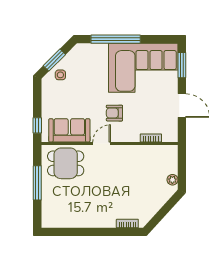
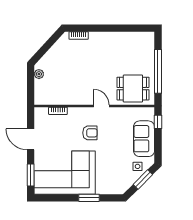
window: (116, 39) -> (89, 198), width x0.47
sofa: (69, 130) -> (144, 139), moved, turned 90
door: (102, 144) -> (101, 106), swing flipped
window: (37, 183) -> (158, 71), width x1.46

